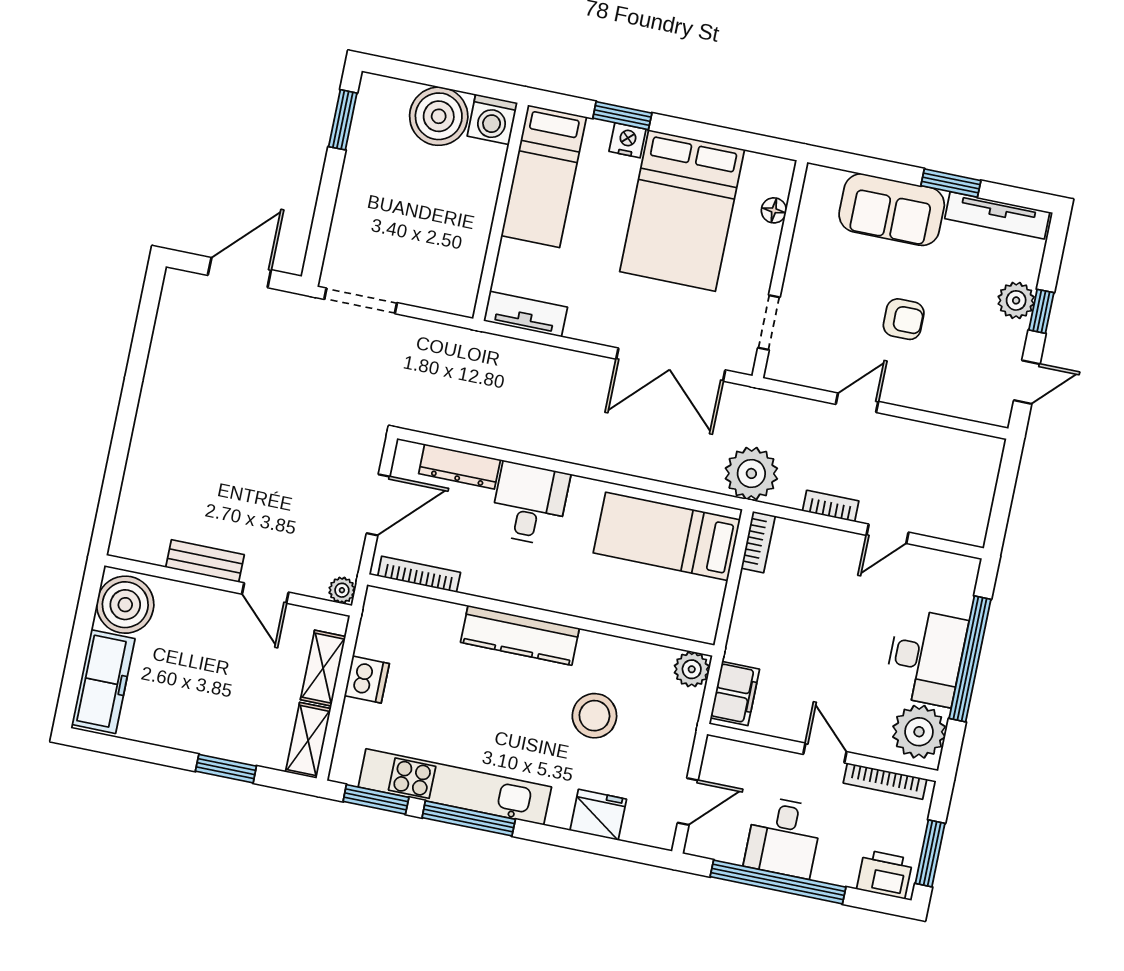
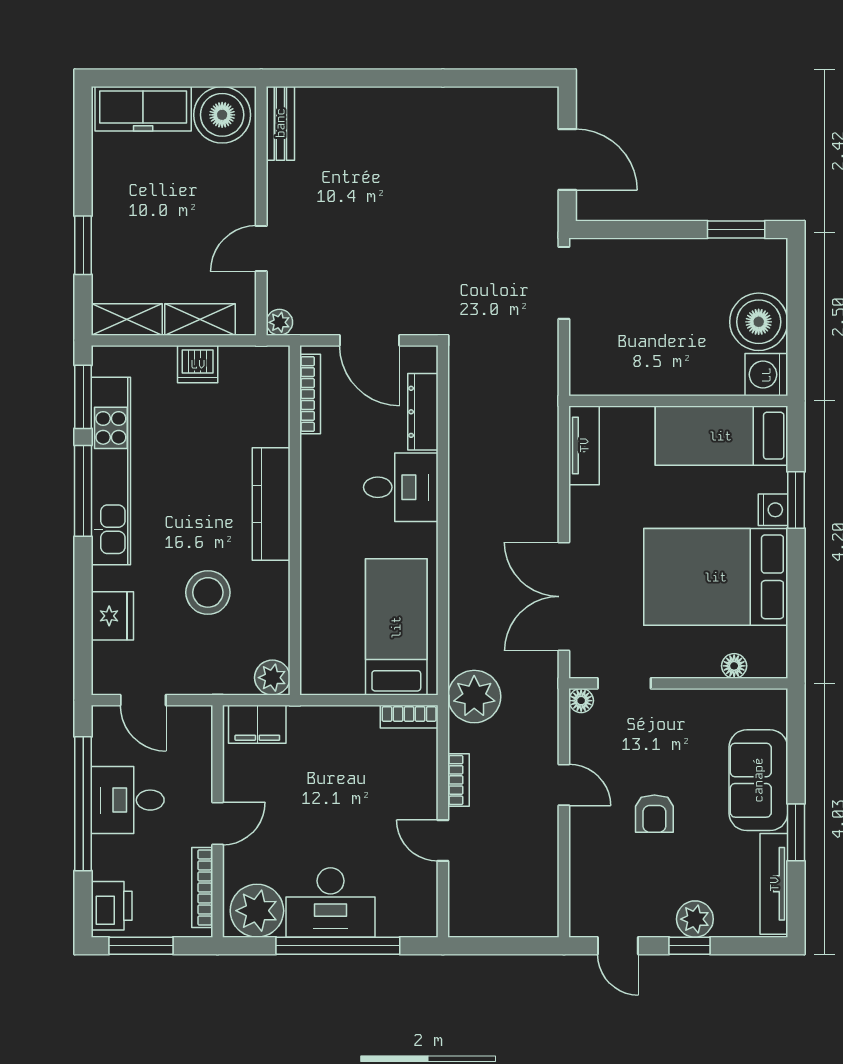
floor lamp: (777, 369) -> (581, 701), added
bench: (205, 561) -> (280, 123), moved

